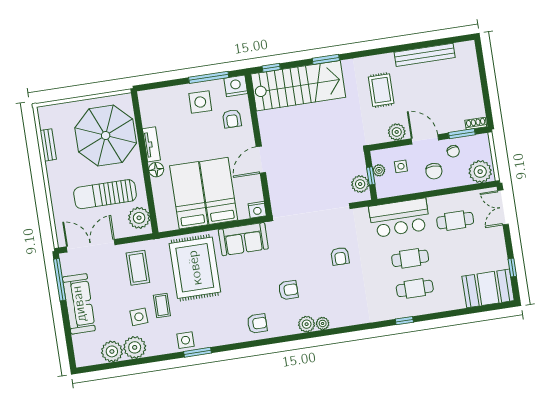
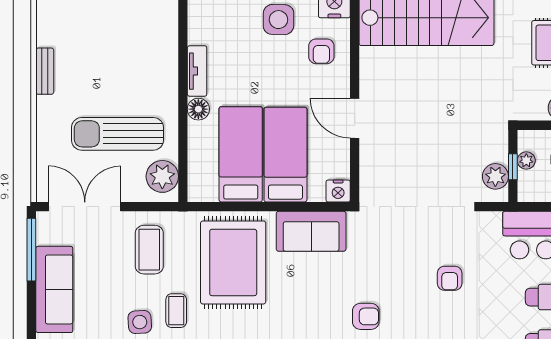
parasol: (106, 136) -> (132, 48), removed
bench: (48, 145) -> (45, 71), moved
door: (261, 160) -> (355, 118), hinge flipped

